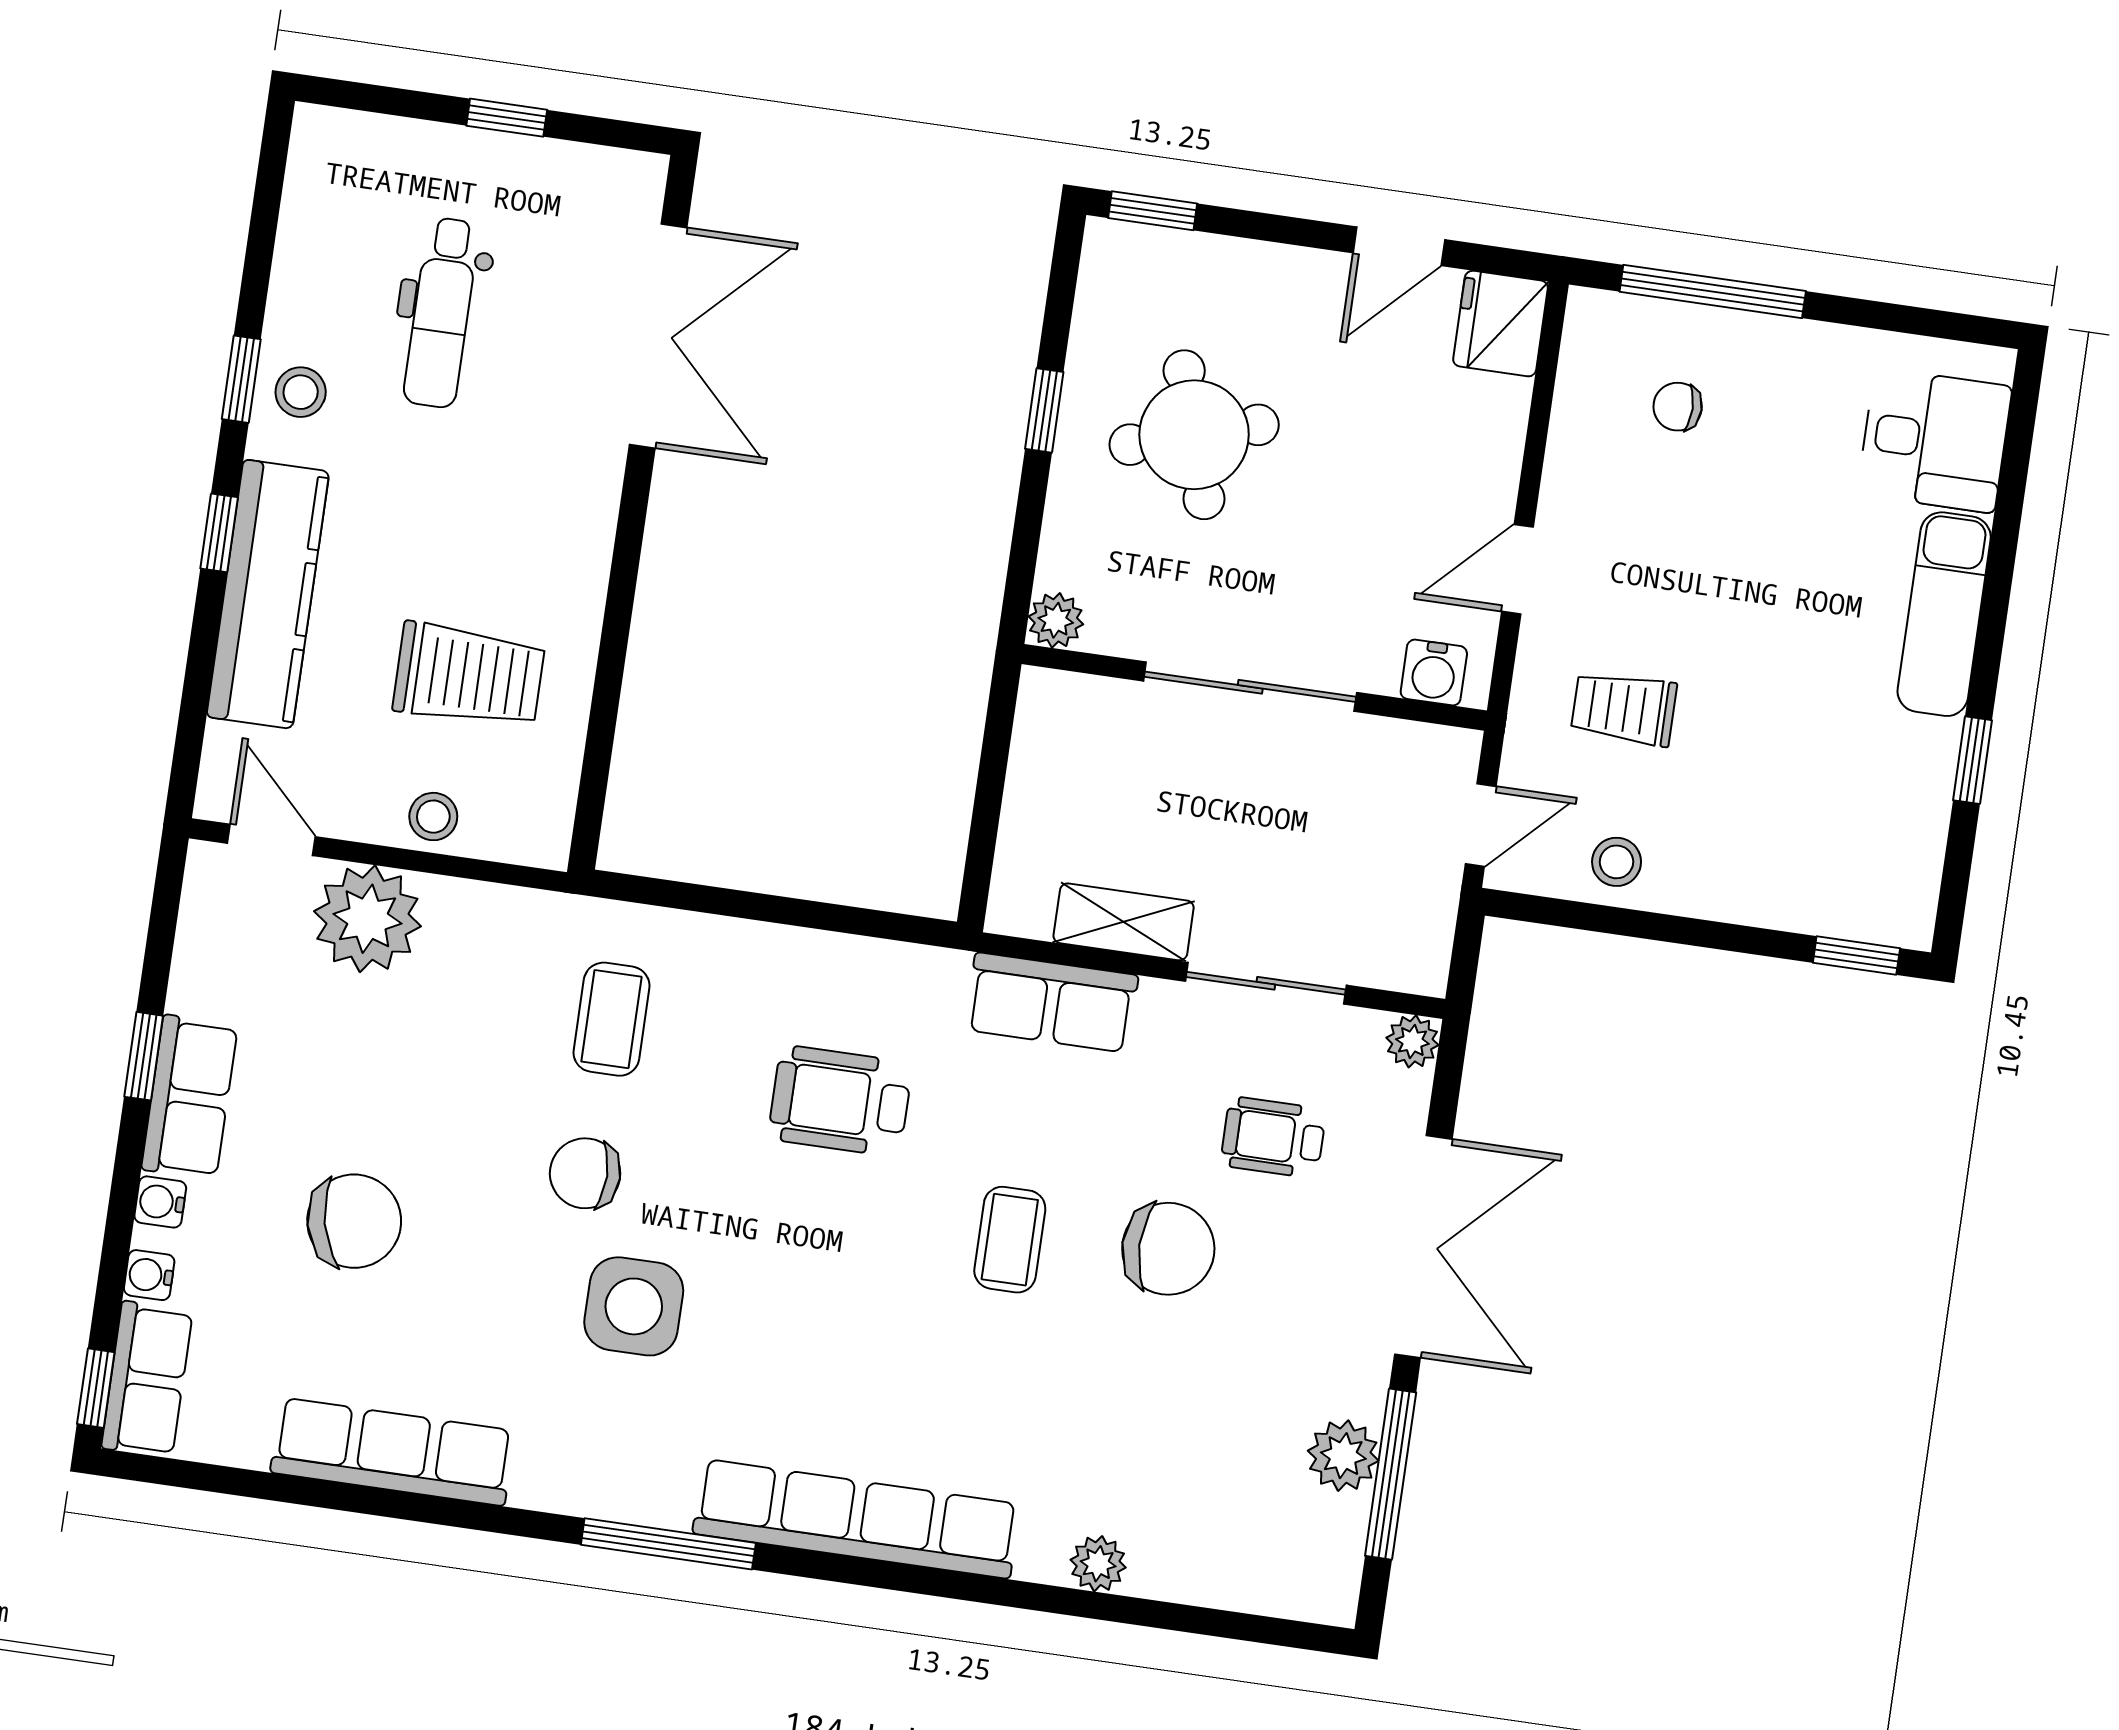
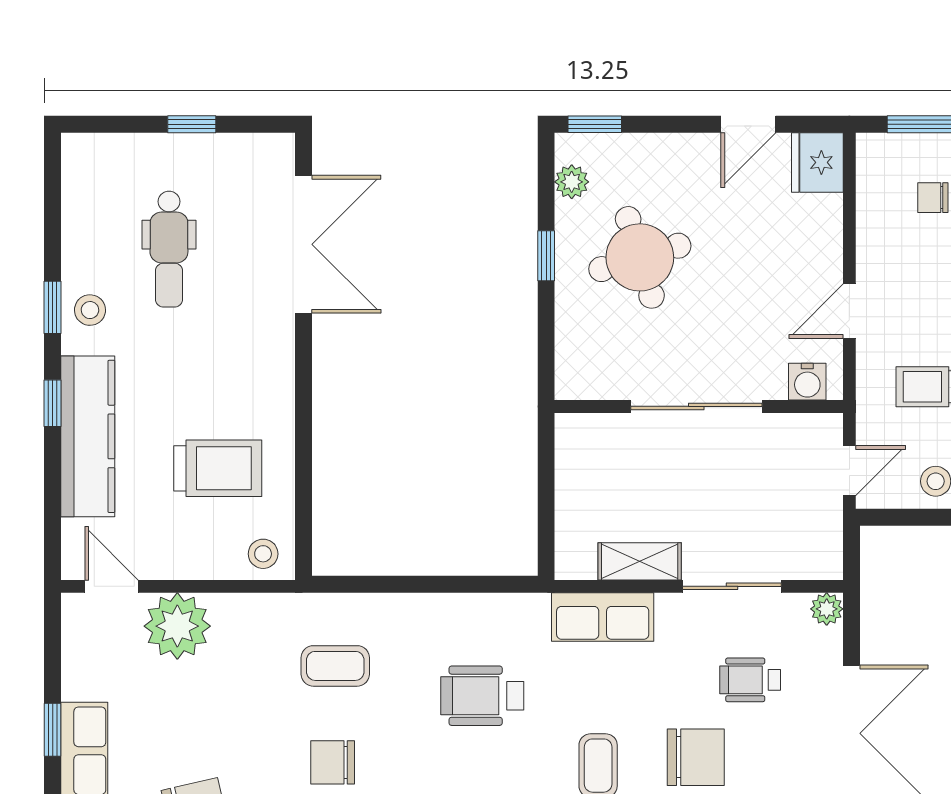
plant: (1056, 620) -> (572, 182), moved
stool: (433, 817) -> (263, 554), moved
coffee table: (612, 1019) -> (335, 666), turned 90

